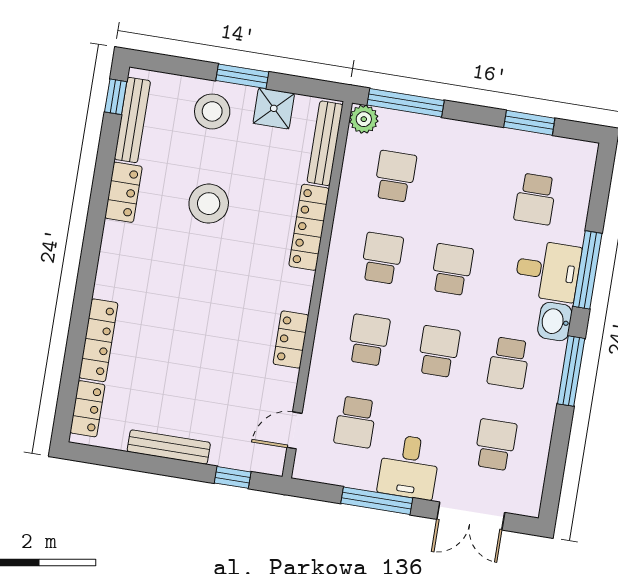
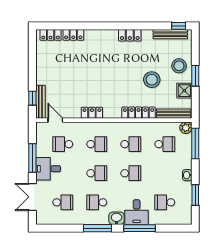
washbasin: (479, 134) -> (187, 175), added
locker: (124, 192) -> (130, 35), moved
stool: (209, 204) -> (152, 80), moved
locker: (98, 340) -> (73, 35), width x0.66
bench: (169, 447) -> (40, 102), moved

